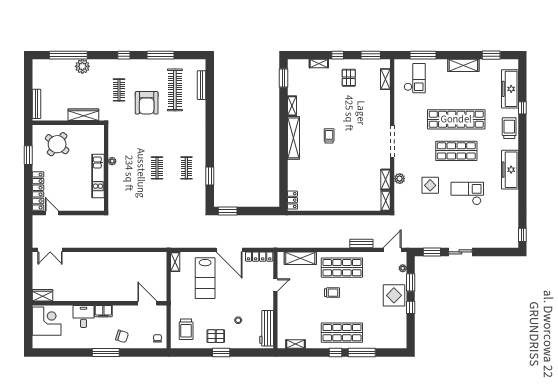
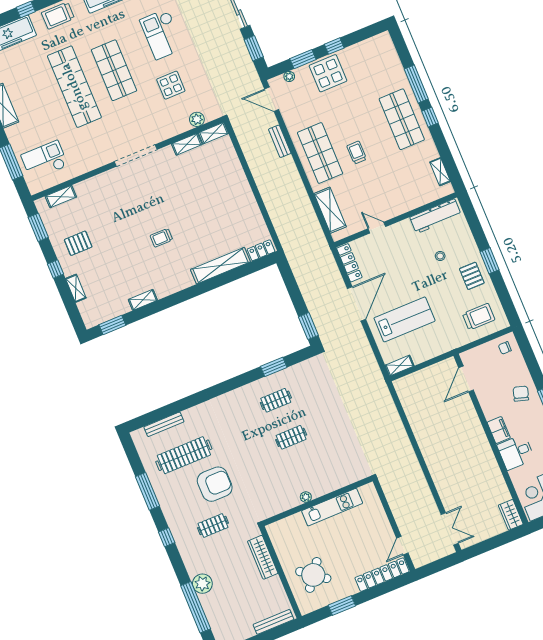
shelving: (293, 138) -> (220, 266), moved
plant: (400, 179) -> (197, 119), moved

